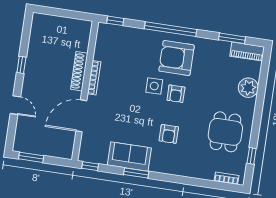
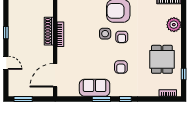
door: (81, 116) -> (55, 75), moved
window: (90, 166) -> (125, 99), moved

